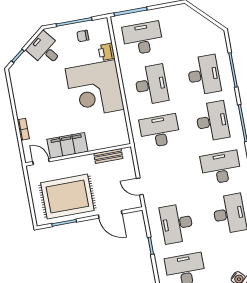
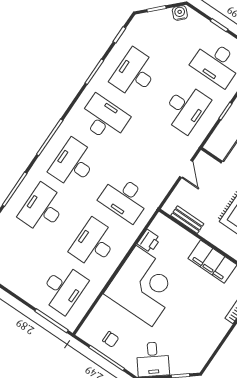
desk: (143, 38) -> (63, 289), turned -90
printer: (106, 52) -> (149, 241), moved
desk: (221, 168) -> (104, 119), turned 180

